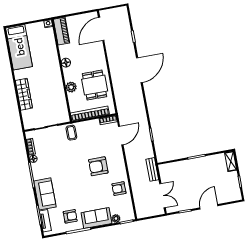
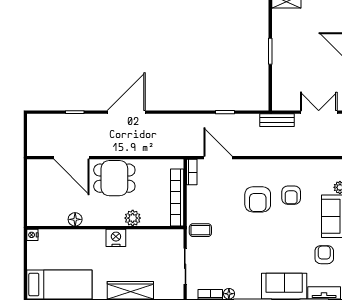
door: (101, 29) -> (72, 158), moved
piano: (61, 31) -> (47, 217), removed
floor lamp: (66, 63) -> (75, 219), moved
door: (139, 70) -> (126, 112), hinge flipped
nightstand: (56, 79) -> (116, 238), added
dining table: (95, 85) -> (114, 178), moved
armchair: (119, 189) -> (291, 195), moved

